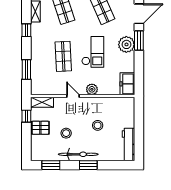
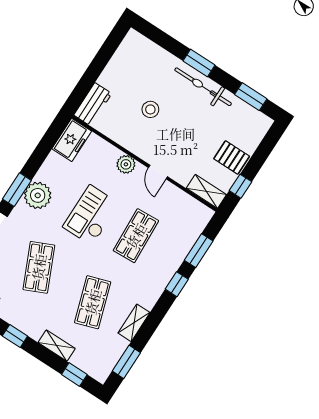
window: (26, 30) -> (177, 284), moved
stool: (66, 133) -> (201, 127), removed
workbench: (129, 144) -> (93, 104), moved, width x0.73

